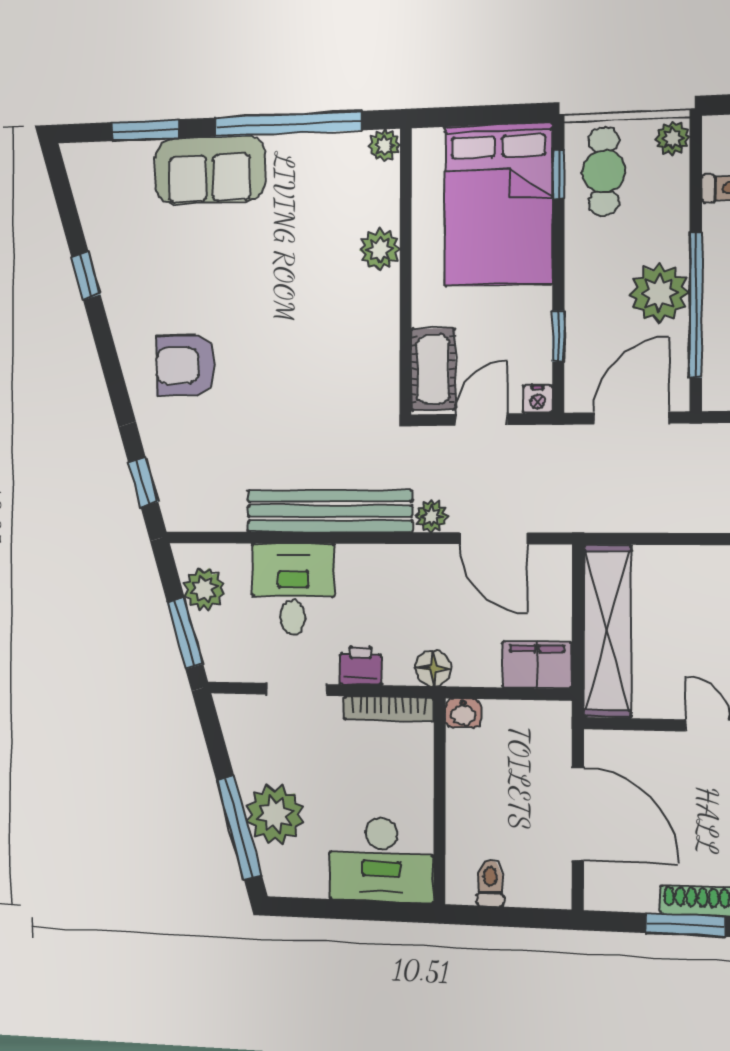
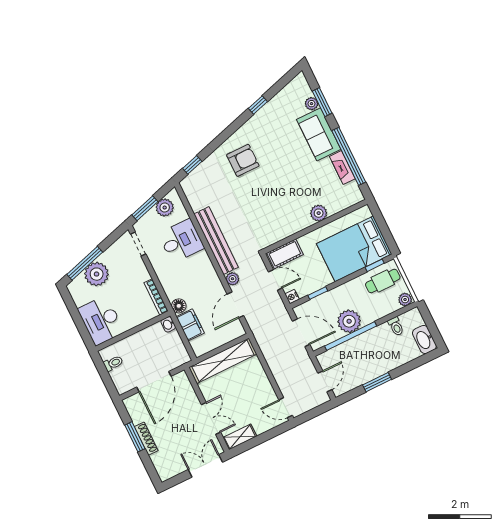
plant: (384, 145) -> (311, 104), moved
fireplace: (306, 149) -> (342, 168), added
armchair: (186, 366) -> (243, 160), turned 90
filing cabinet: (537, 665) -> (190, 325), moved
printer: (361, 666) -> (166, 279), removed
doorway: (297, 689) -> (138, 244), moved

